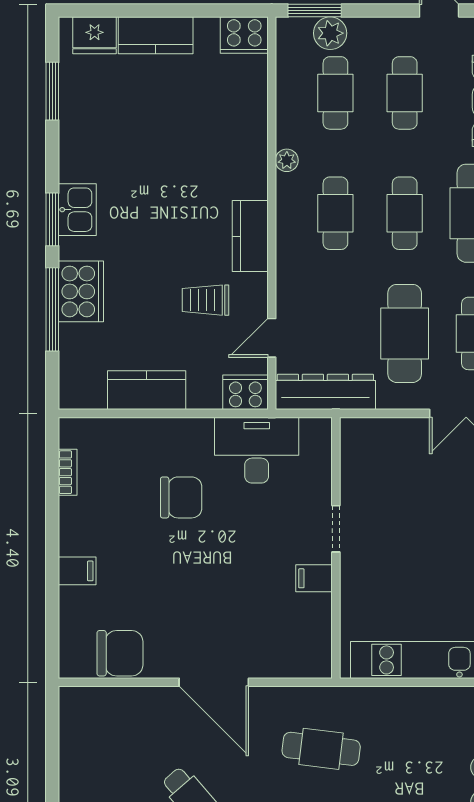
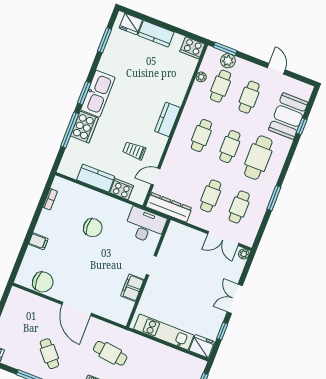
plant: (287, 160) -> (201, 77), moved
kitchen sink: (77, 210) -> (98, 94), width x1.87, depth x1.24
kitchen counter: (250, 236) -> (167, 119), moved
cafe table: (405, 333) -> (211, 196), width x0.73, depth x0.74
cooker: (245, 392) -> (122, 189), moved
desk: (257, 450) -> (145, 226), moved
filing cabinet: (314, 578) -> (132, 288), width x2.00

